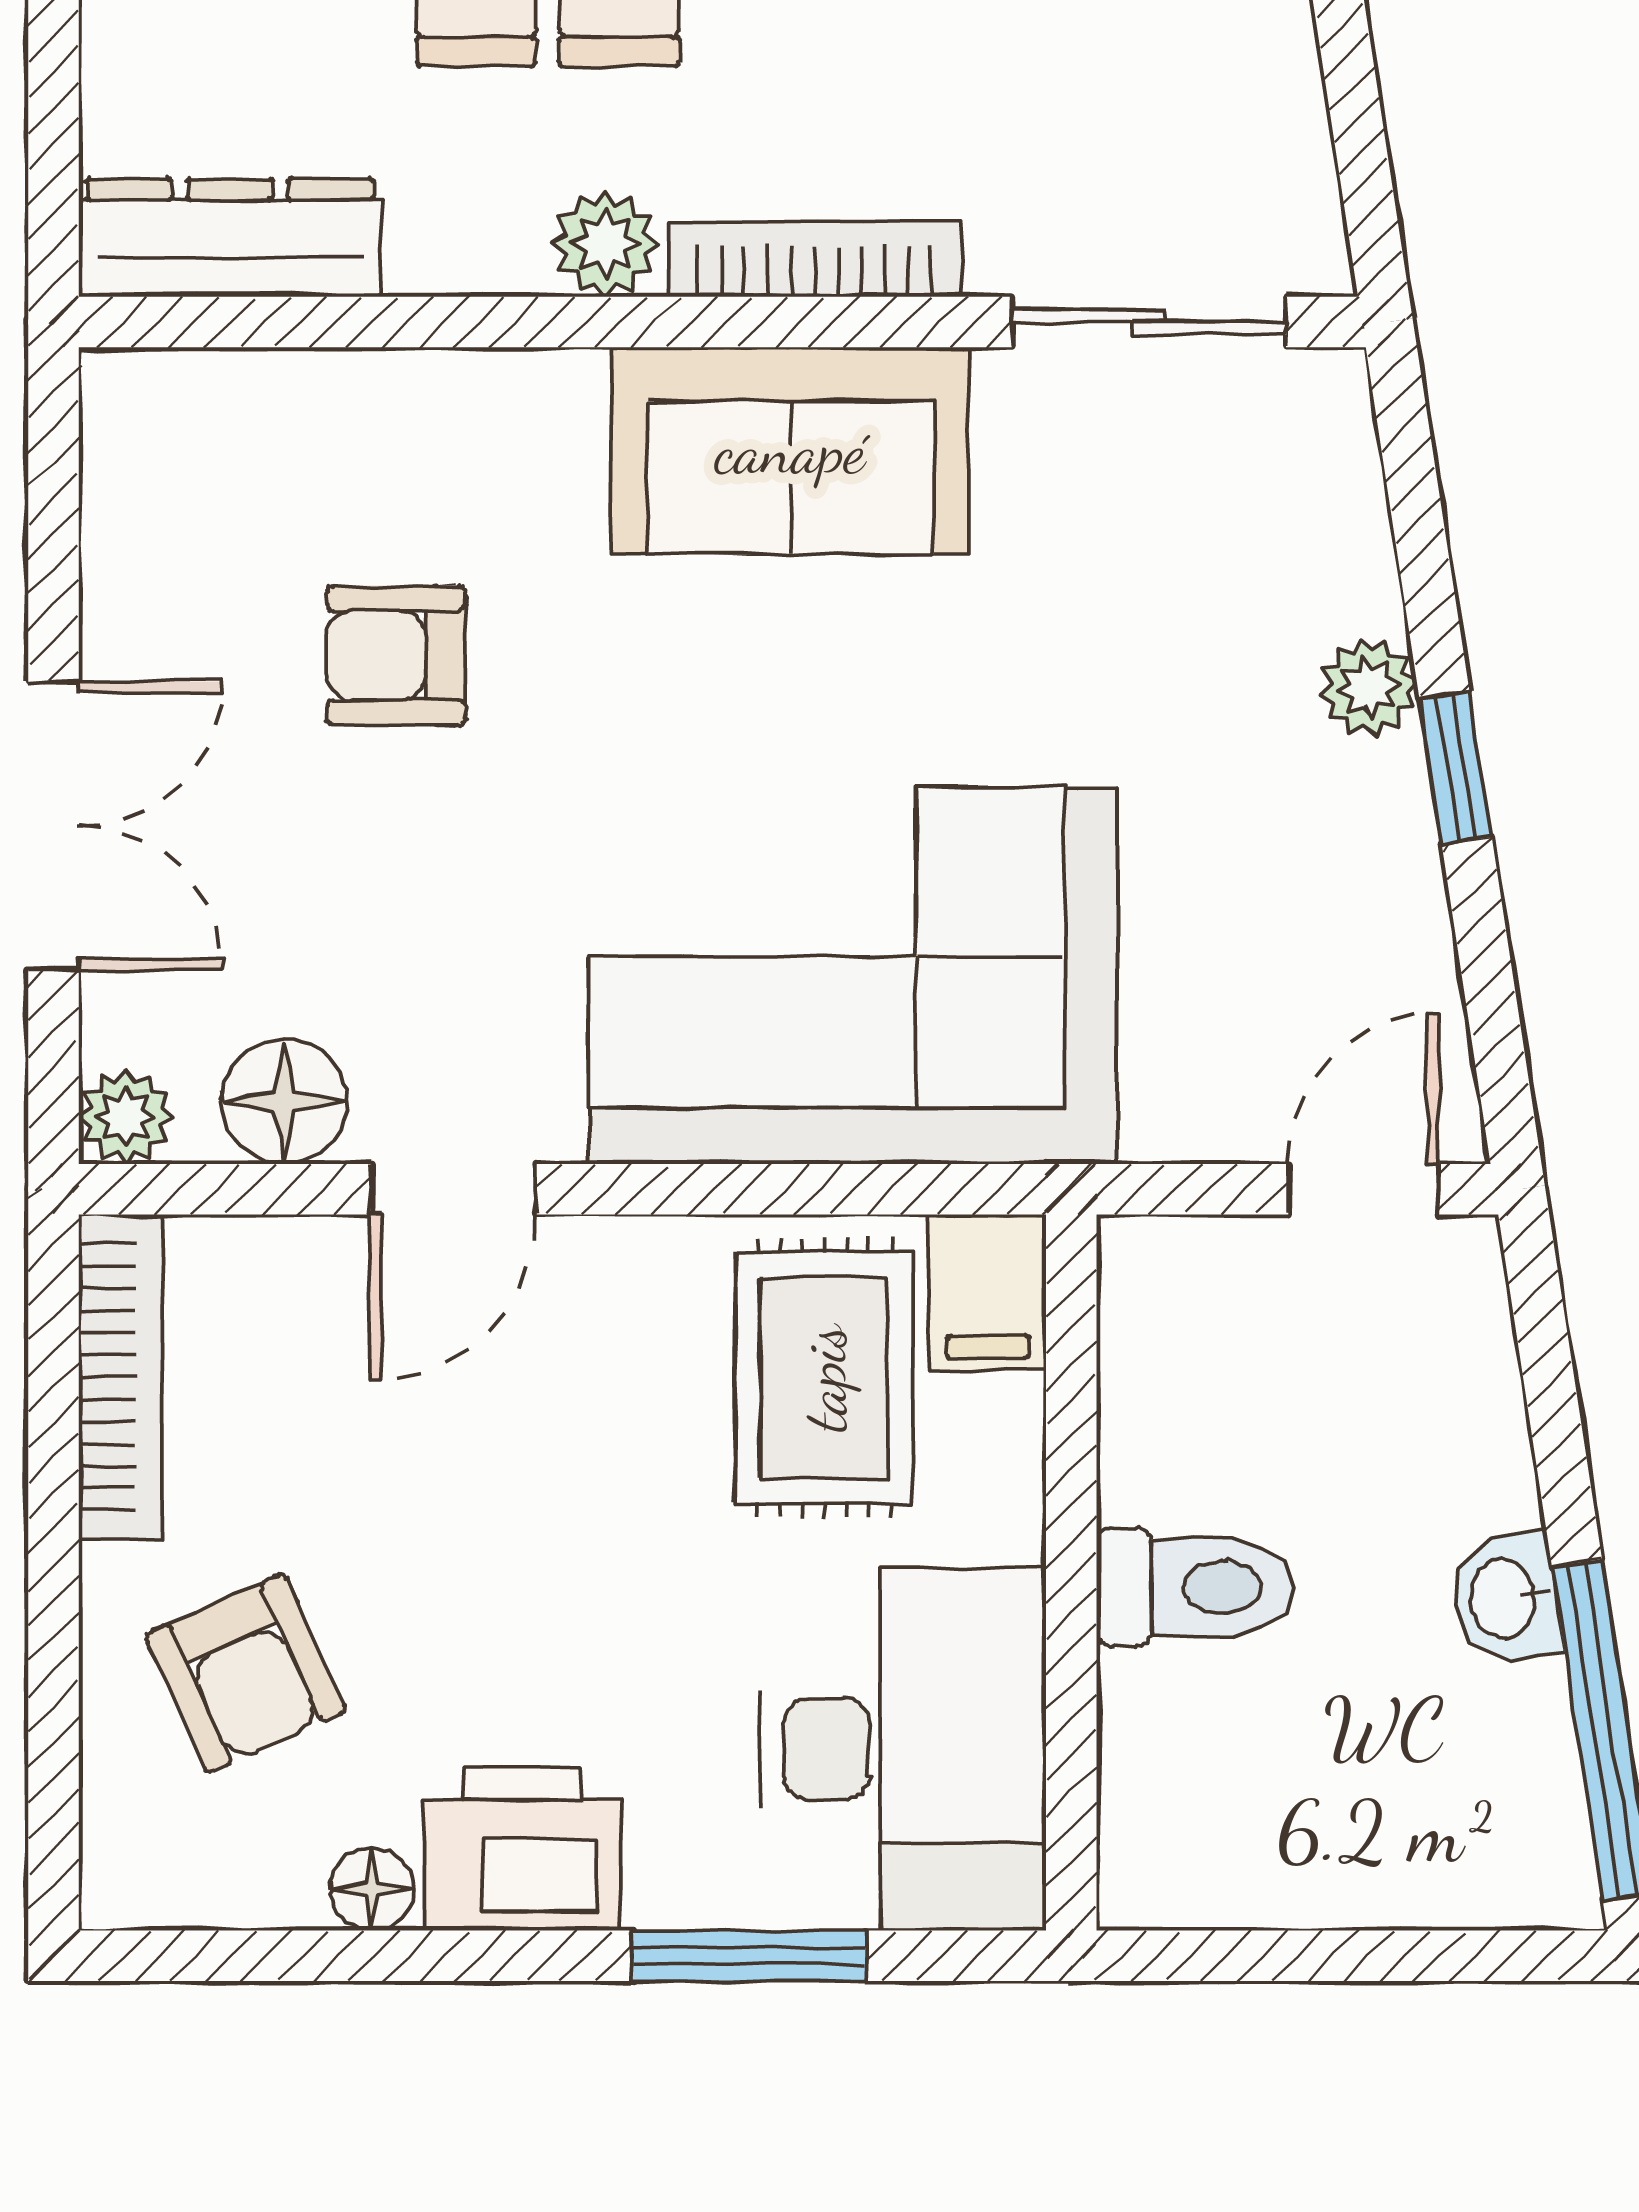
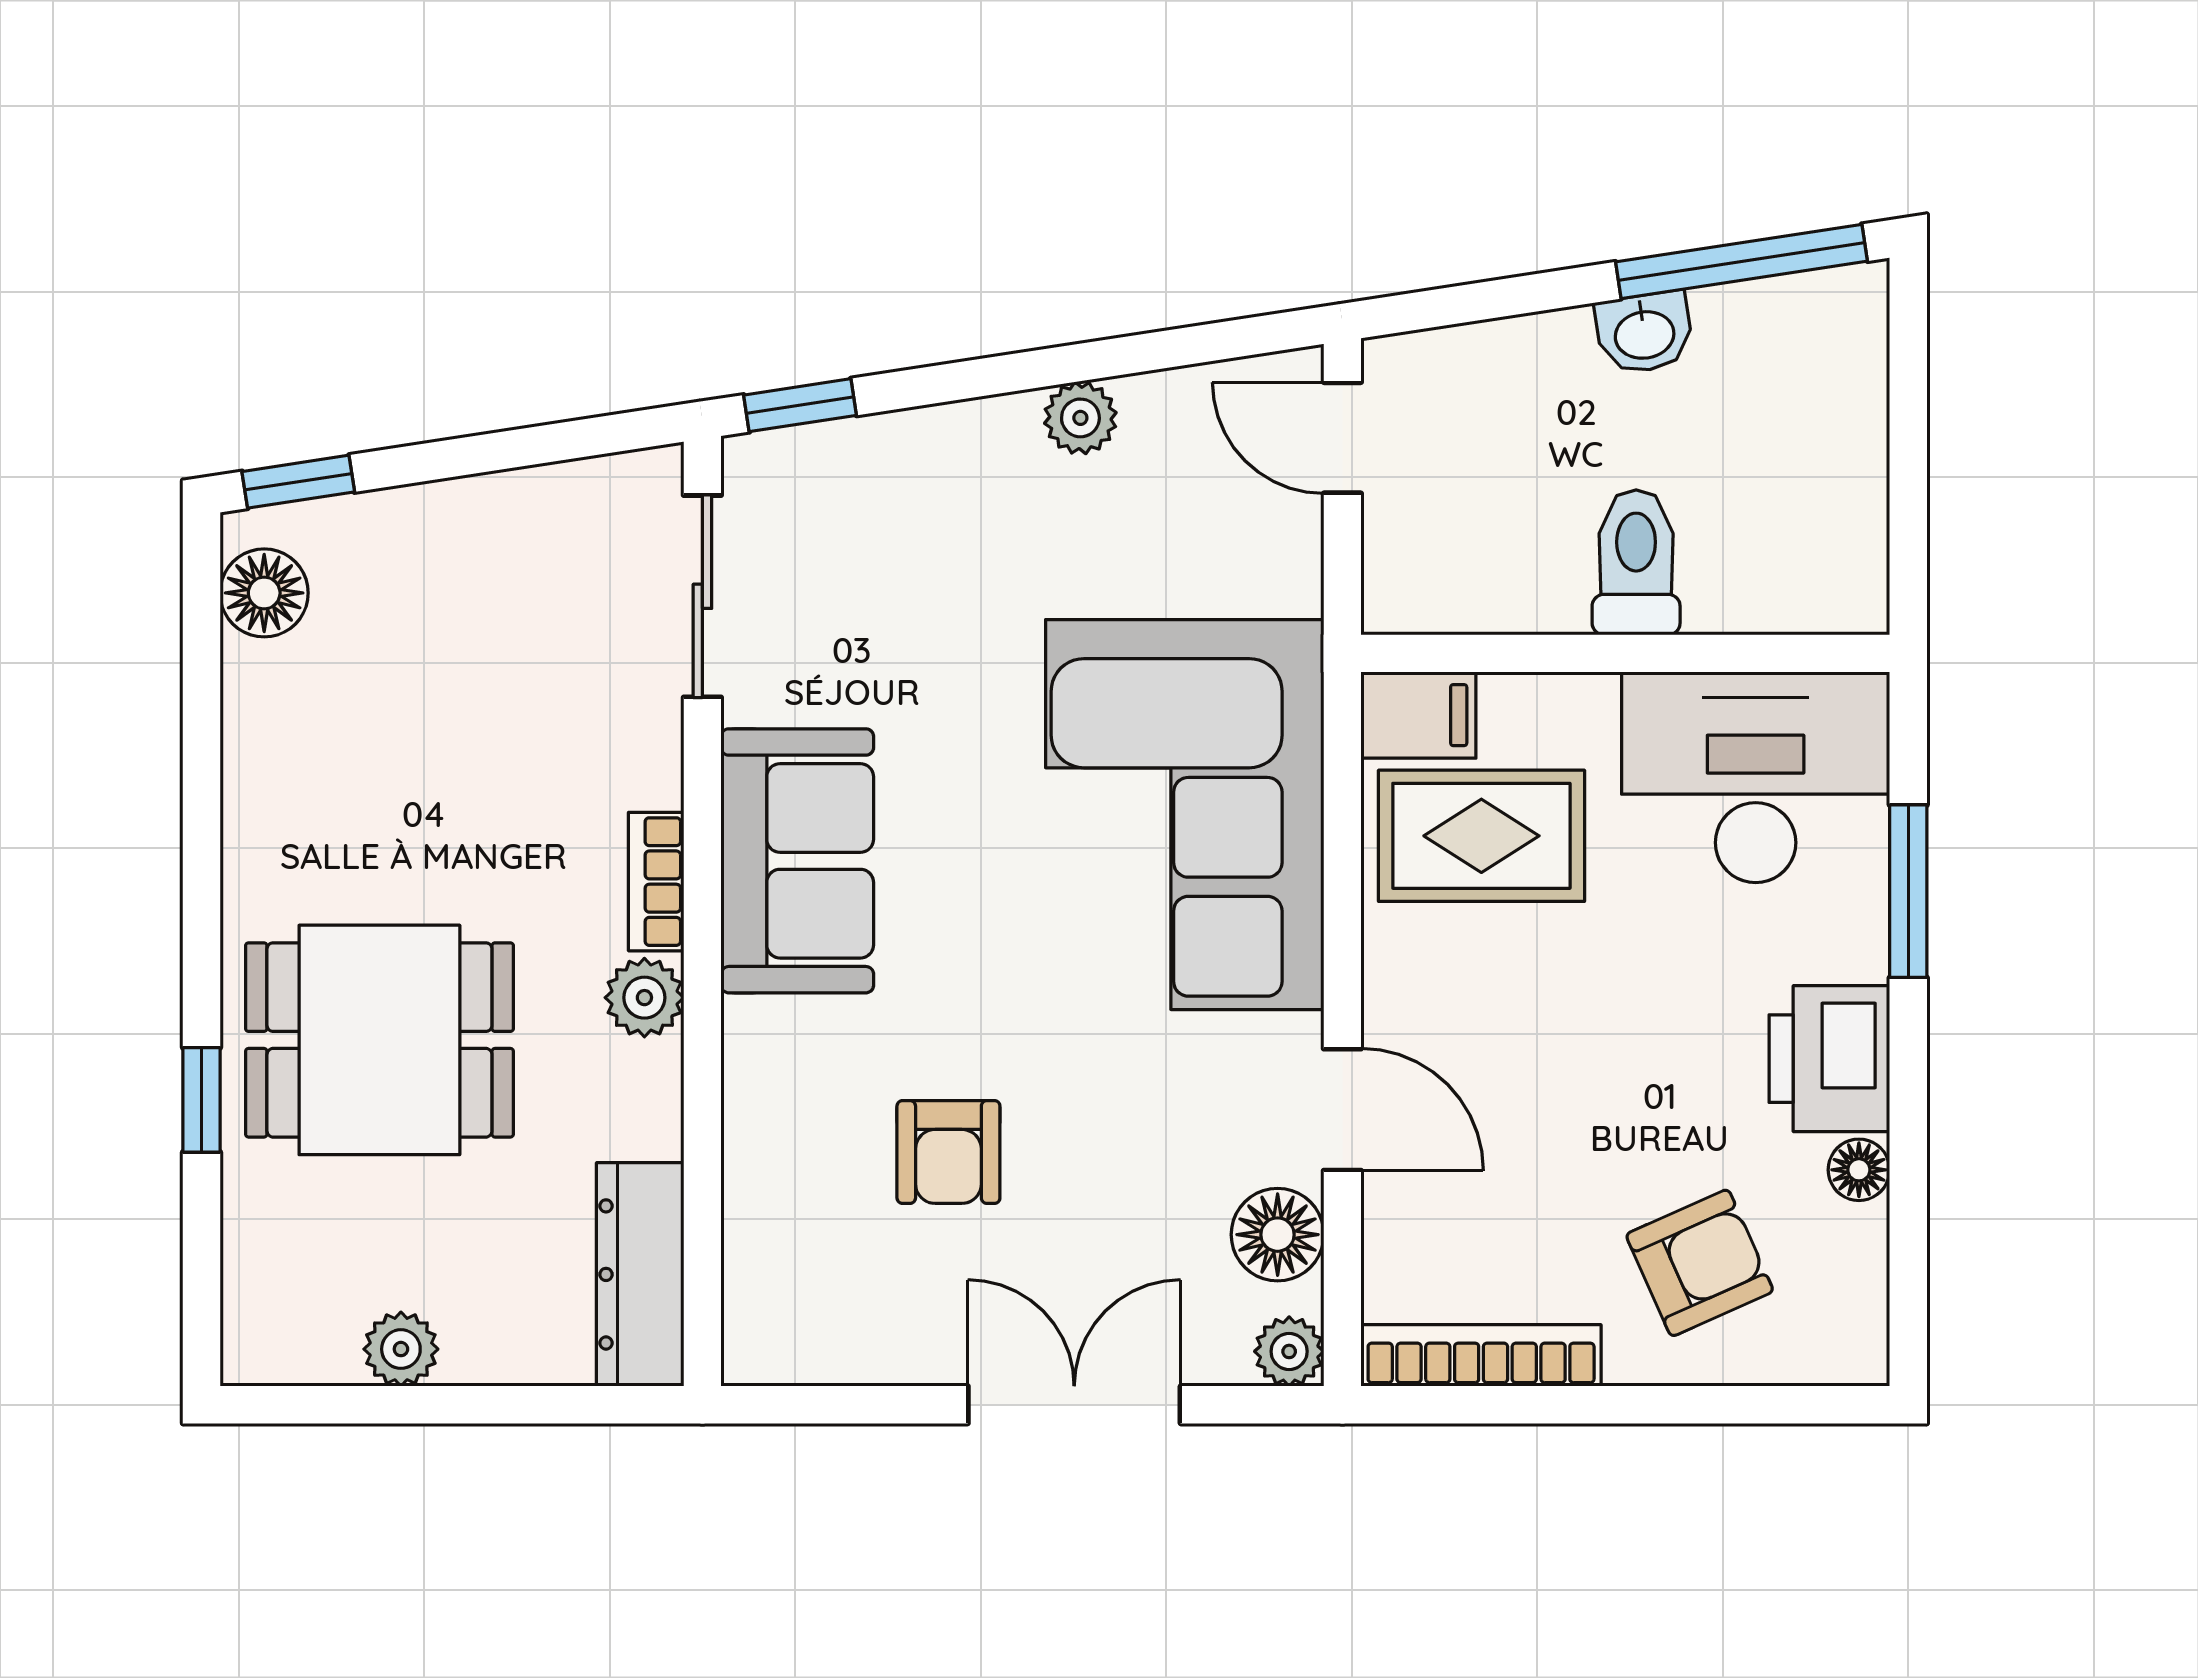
bookcase: (815, 259) -> (656, 882), width x0.64
plant: (1368, 688) -> (1080, 418), moved
window: (1456, 768) -> (800, 405), moved

